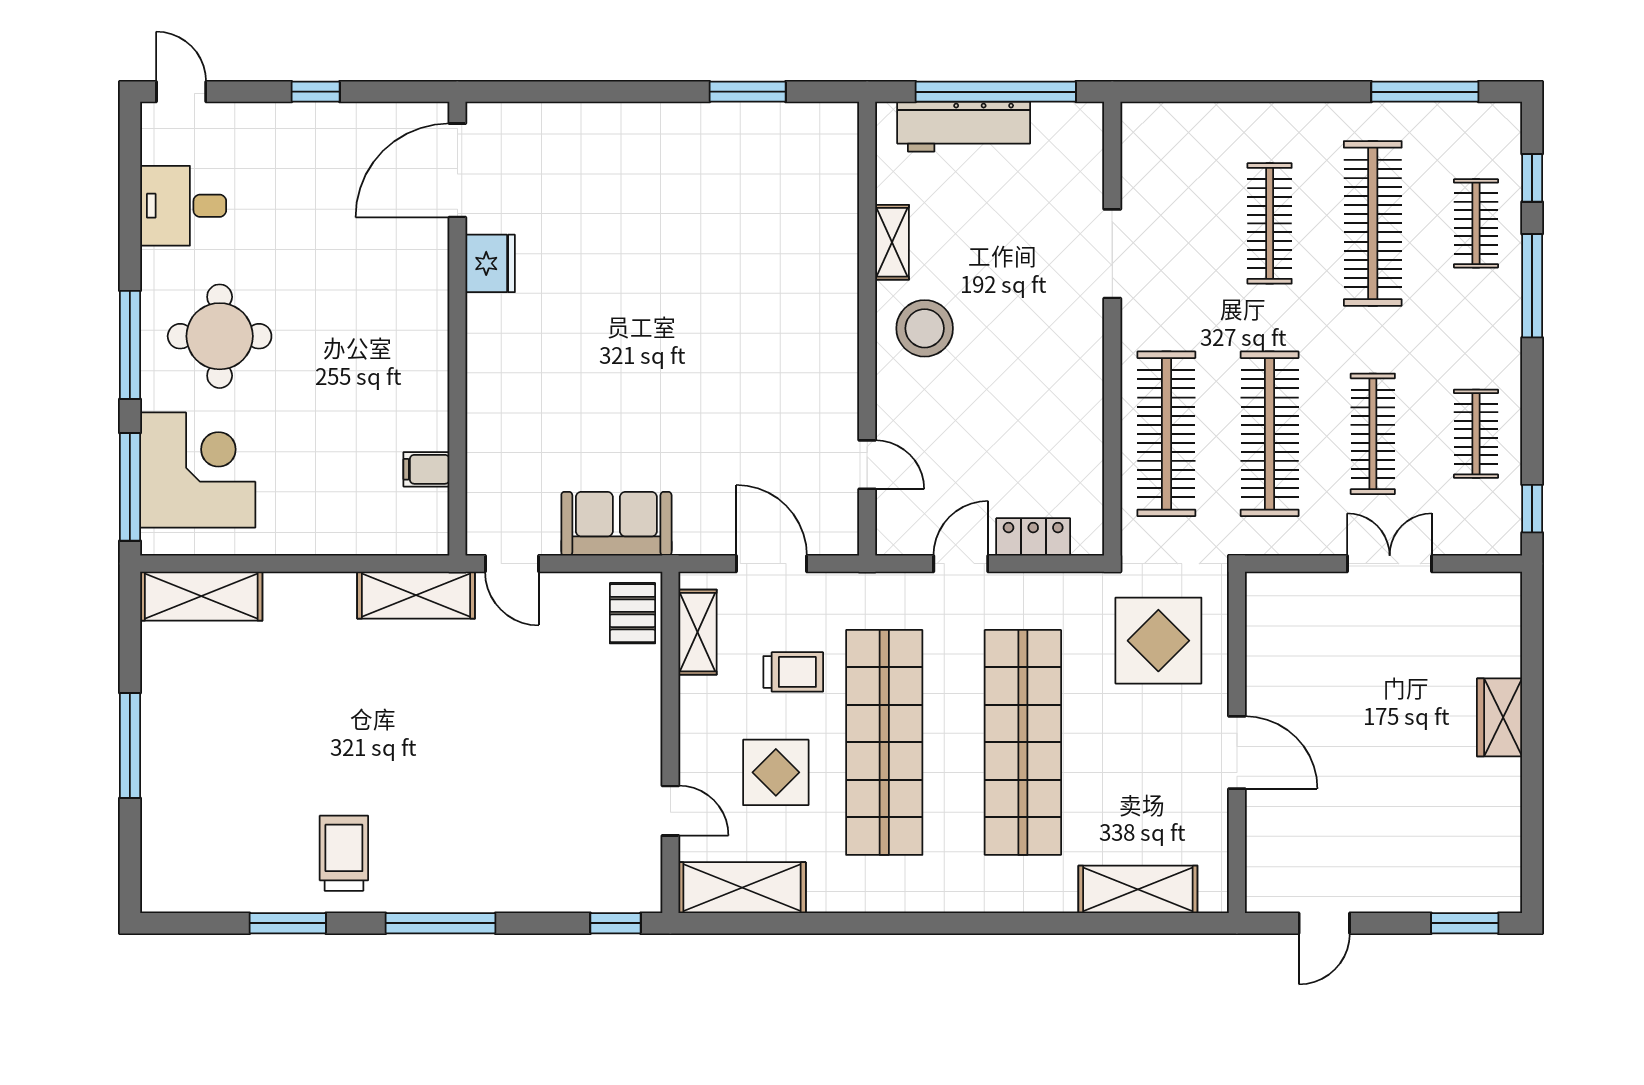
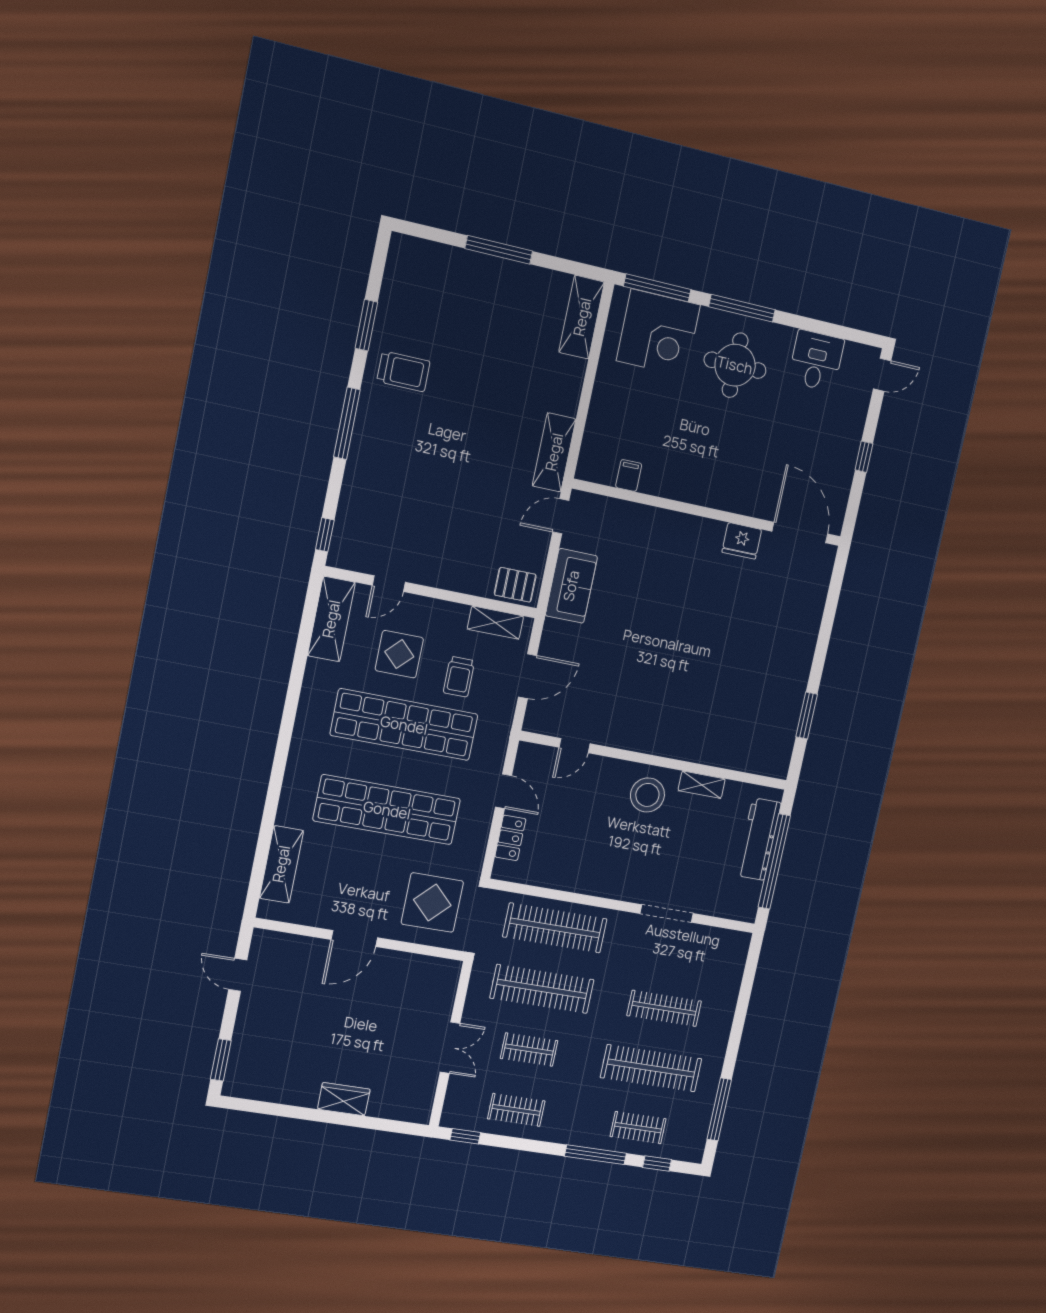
clothes rail: (1373, 434) -> (529, 1050), width x0.73

